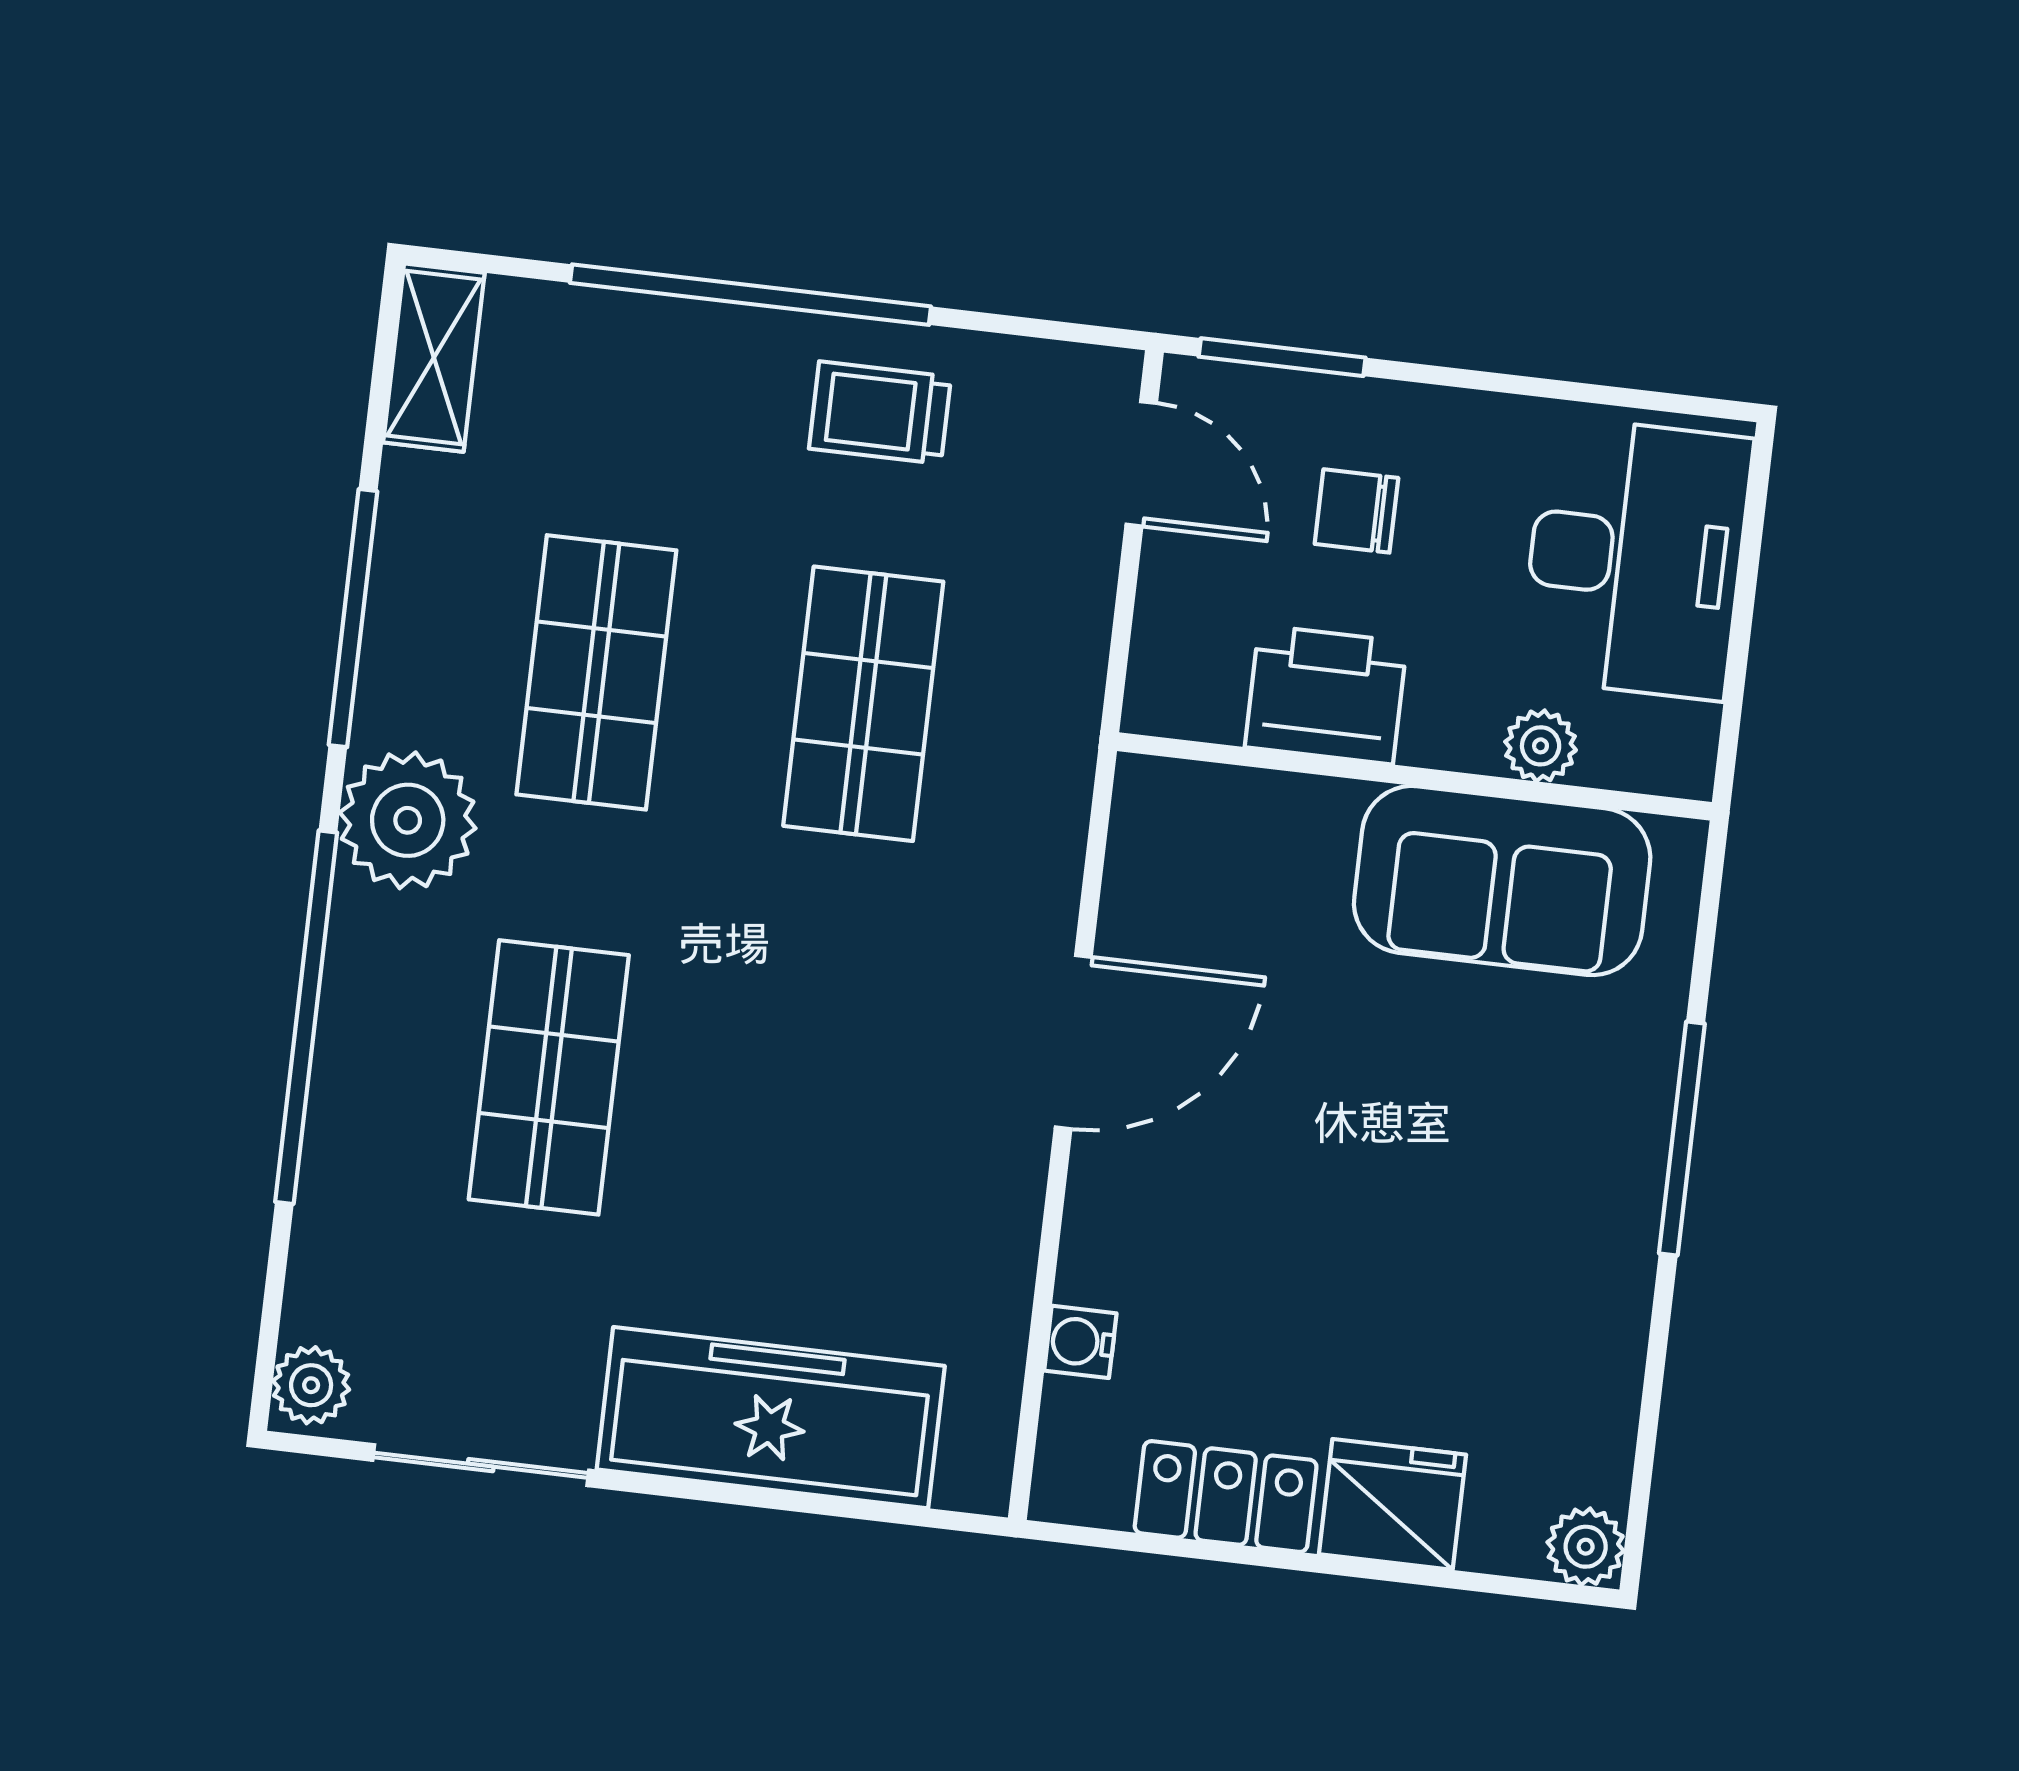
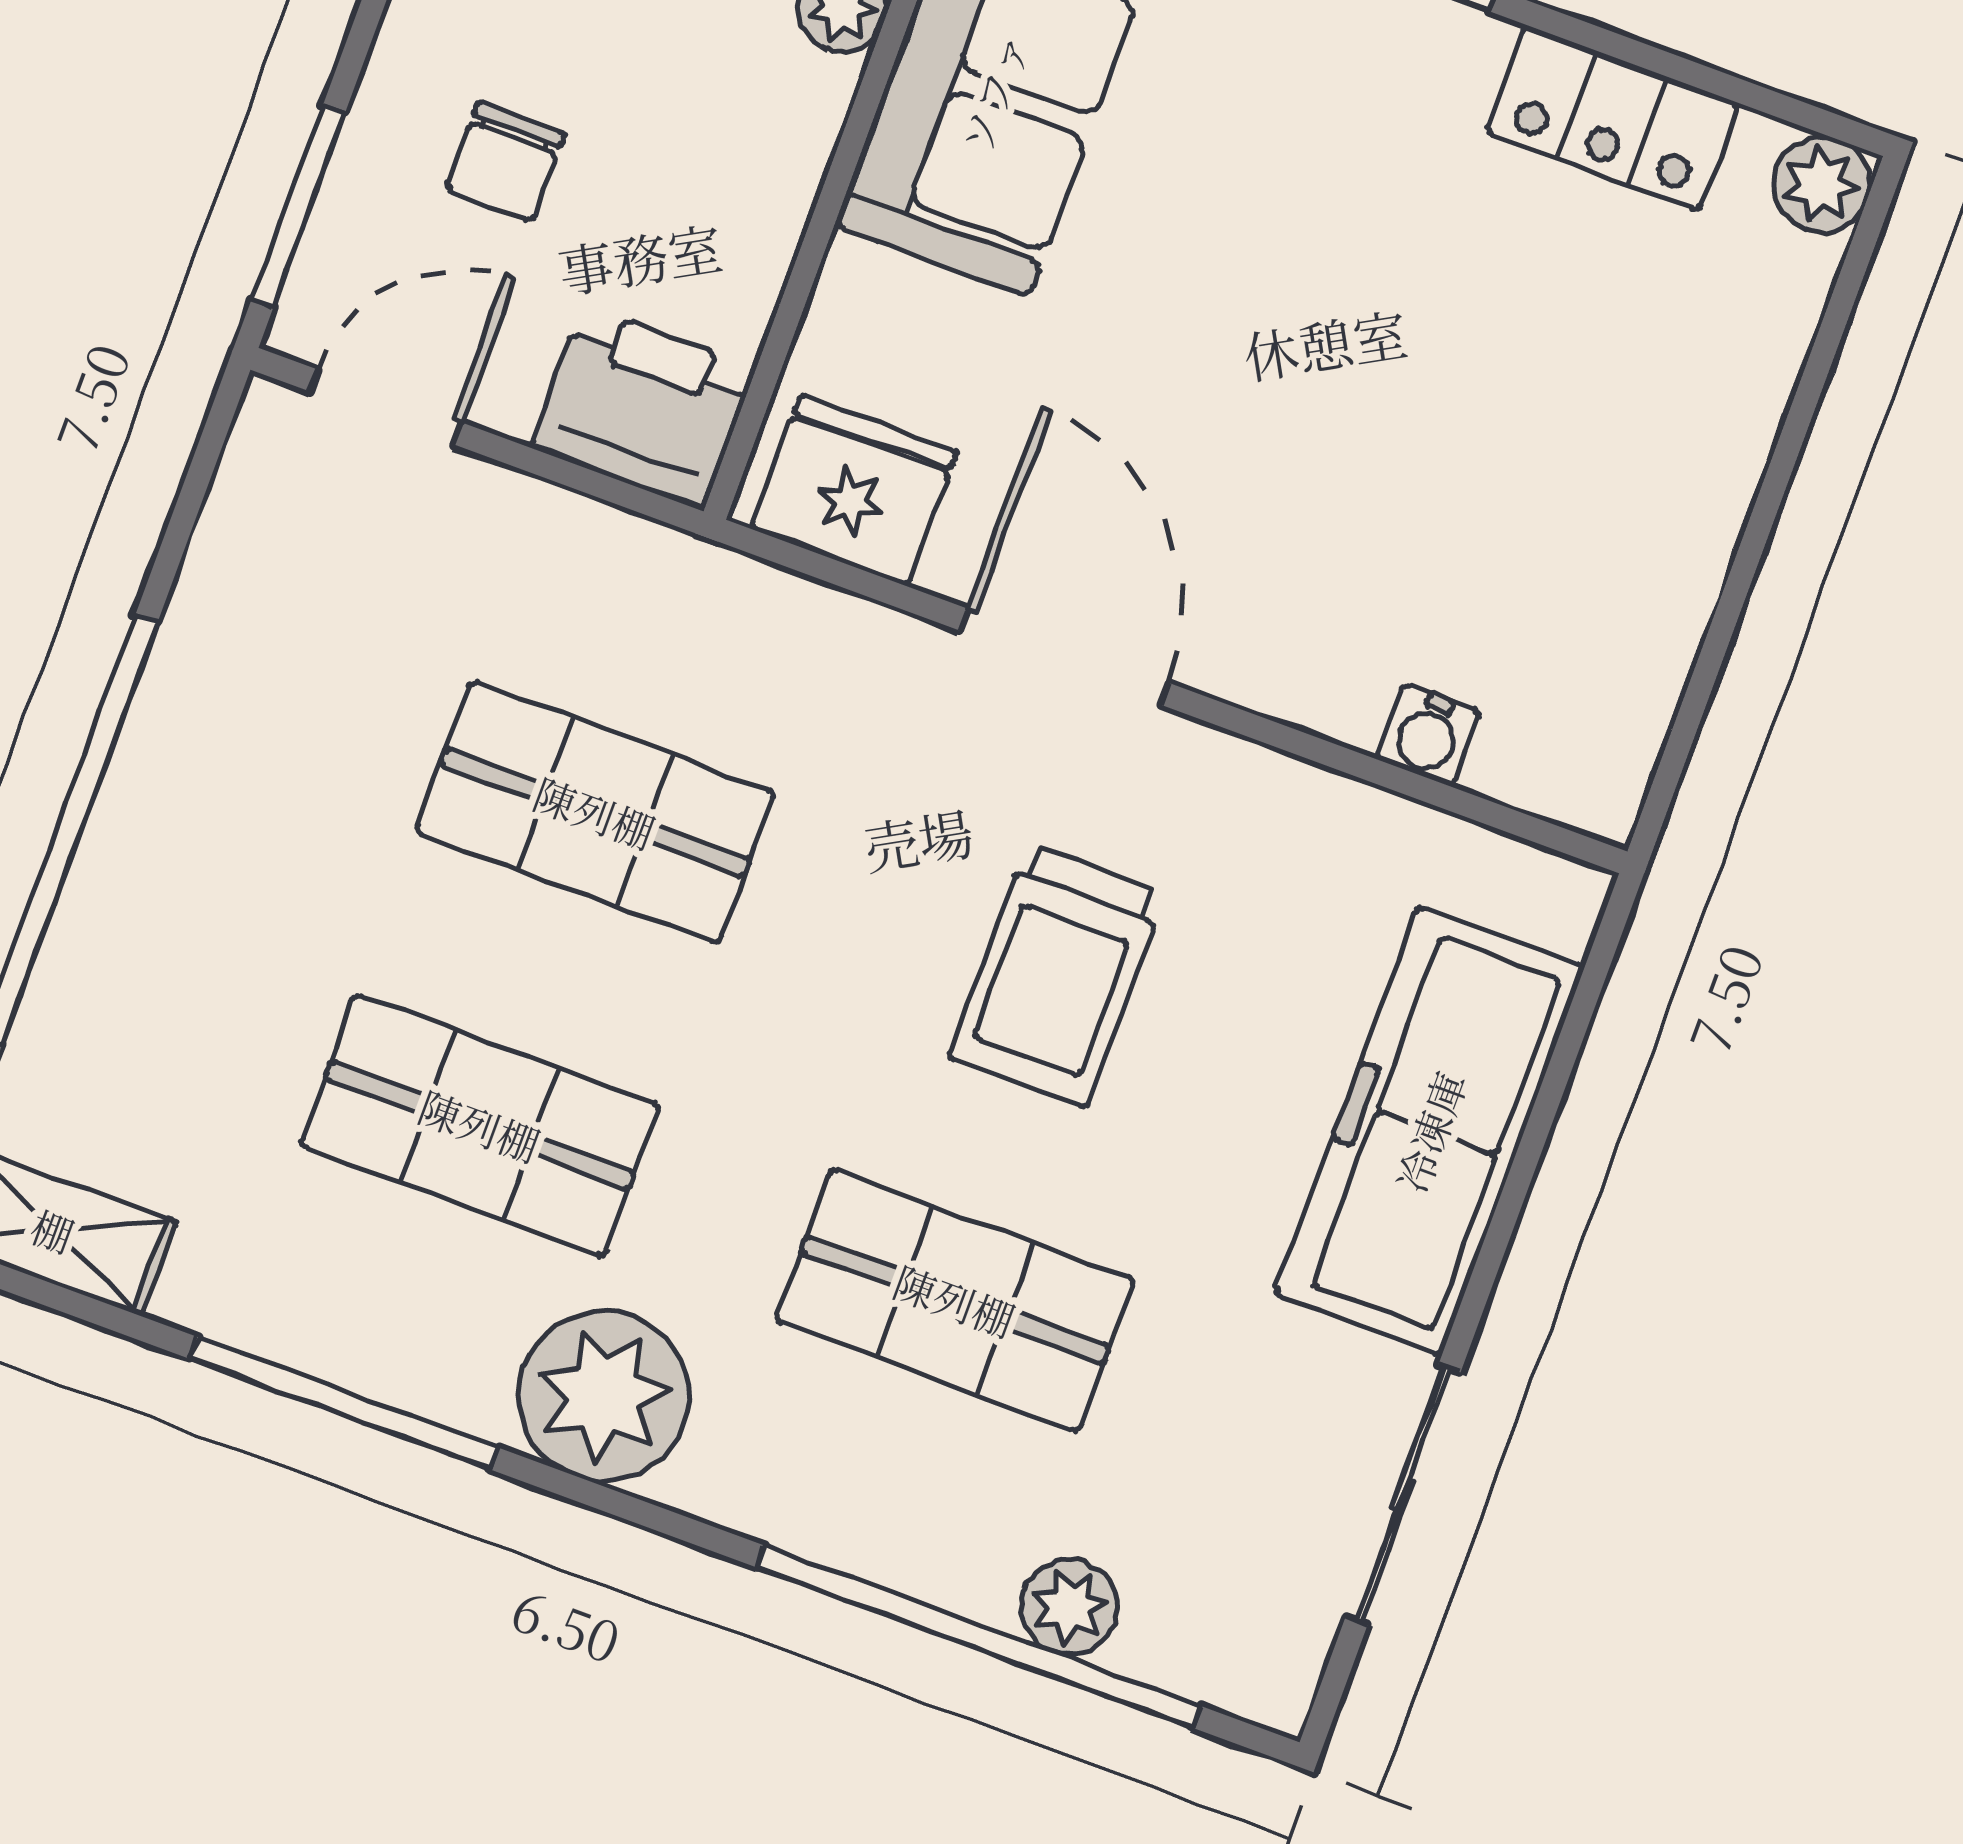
trolley: (880, 413) -> (1057, 975), moved, width x1.36, depth x1.39
printer: (1326, 695) -> (643, 408), moved, turned 90
window: (306, 1017) -> (978, 1637), moved
plant: (311, 1385) -> (1069, 1607), moved
locker: (1226, 1497) -> (1612, 118), moved, turned -90
fridge: (1392, 1504) -> (854, 490), moved, turned 90

